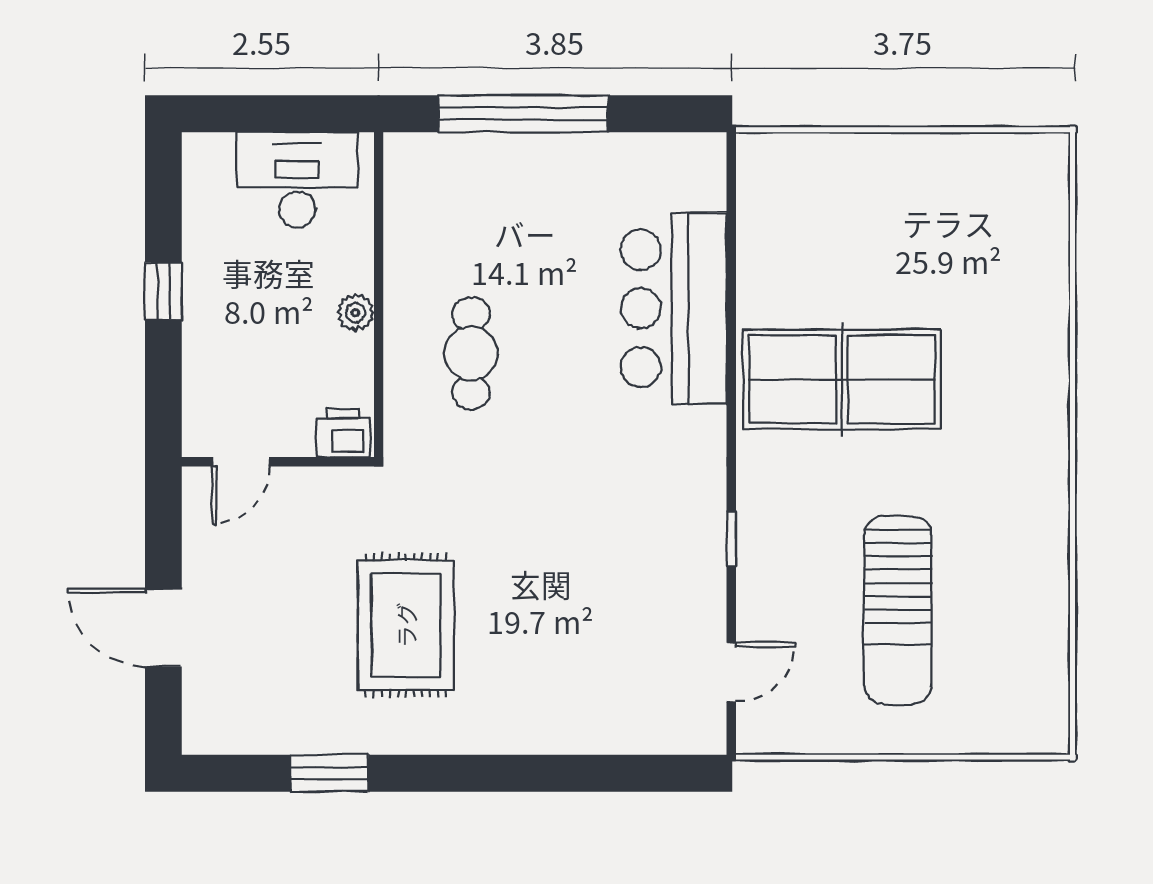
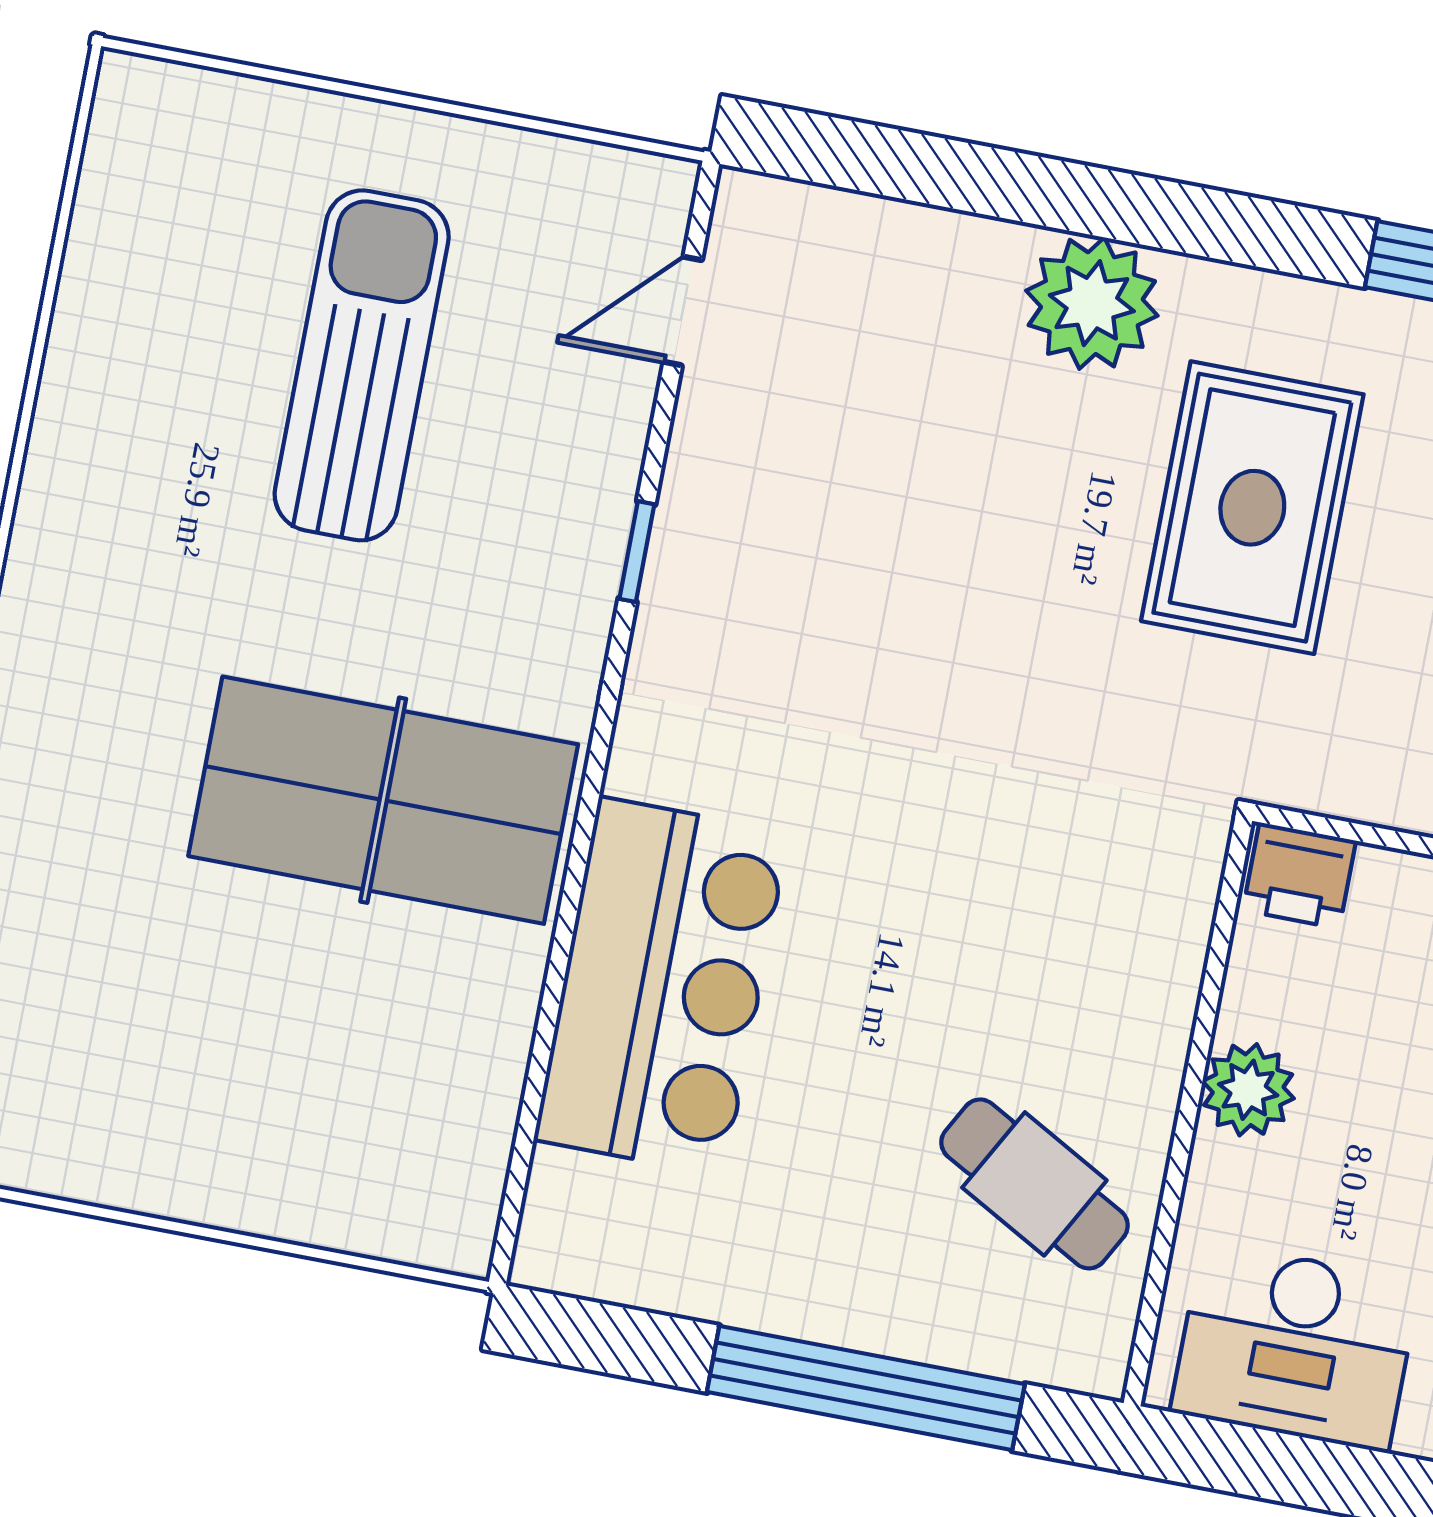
plant: (356, 313) -> (1248, 1090), width x1.38, depth x1.38
cafe table: (471, 353) -> (1034, 1184), moved, turned -61
plant: (513, 718) -> (1092, 303), added

